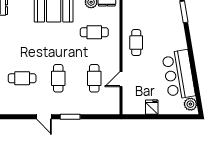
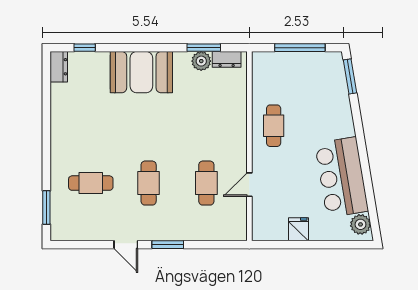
cafe table: (94, 32) -> (206, 109), removed

